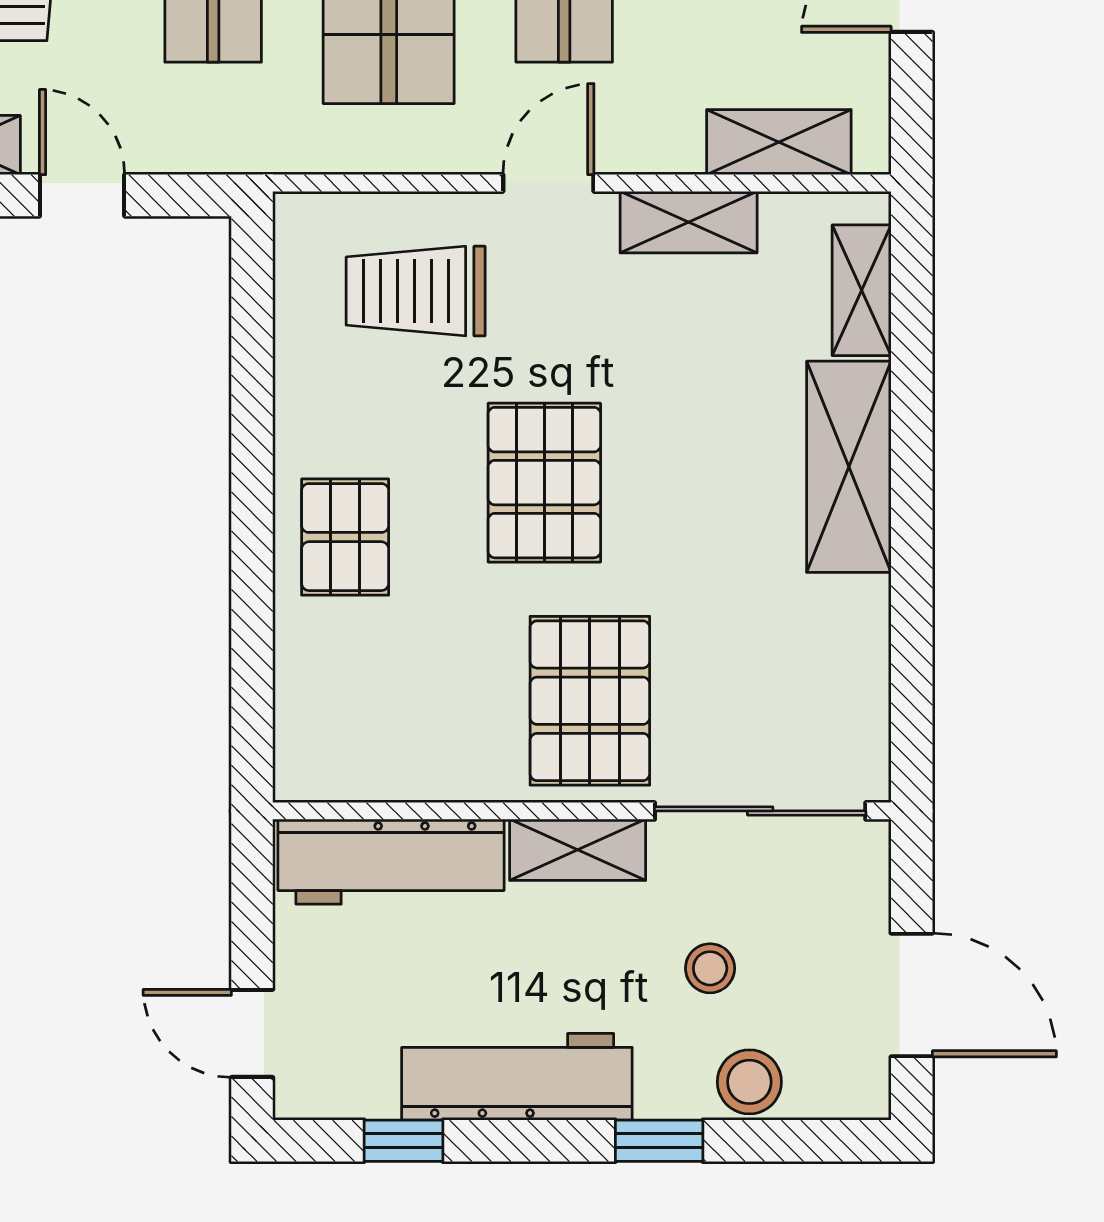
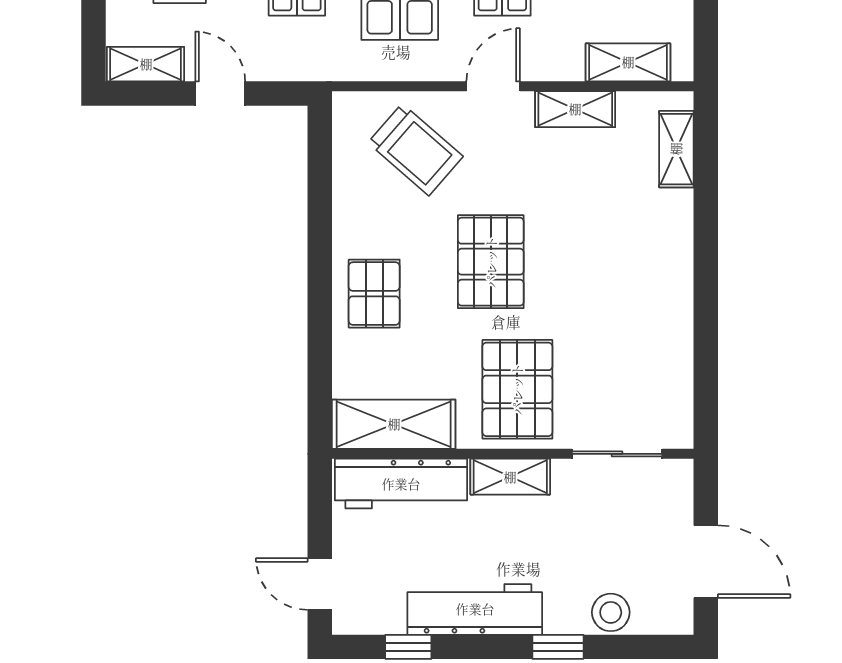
trolley: (416, 291) -> (415, 150), turned -139
shelving: (849, 467) -> (394, 424), moved, turned 90
sliding door: (760, 811) -> (617, 454), width x0.73
stool: (710, 968) -> (588, 546), removed

